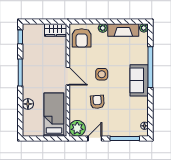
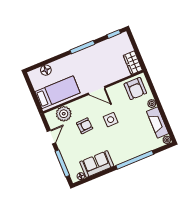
armchair: (82, 38) -> (135, 89), turned -90
door: (68, 76) -> (97, 90), hinge flipped
sofa: (139, 80) -> (97, 164), moved
floor lamp: (28, 104) -> (46, 70), moved
plant: (77, 128) -> (64, 114), moved
door: (95, 138) -> (51, 137), hinge flipped

